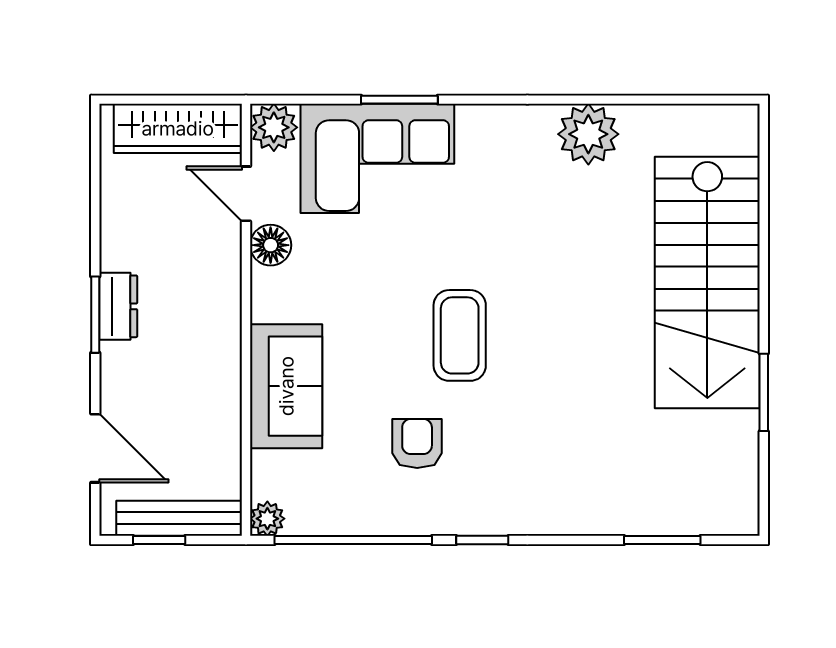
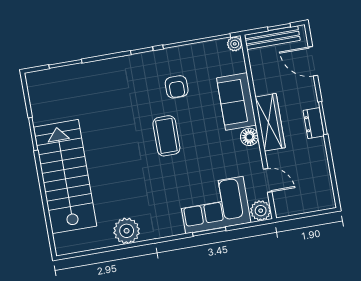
wardrobe: (178, 128) -> (270, 122), moved, turned 90
floor lamp: (271, 245) -> (249, 137), moved

